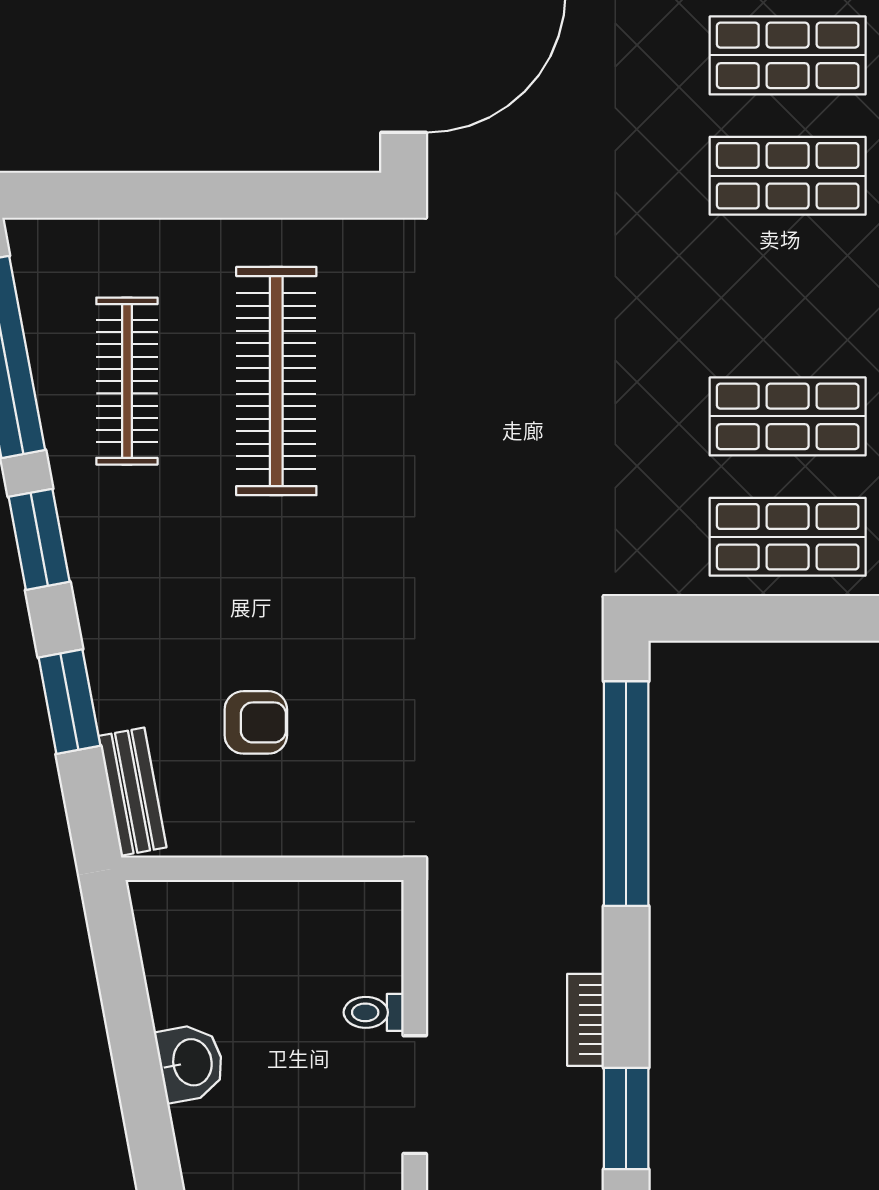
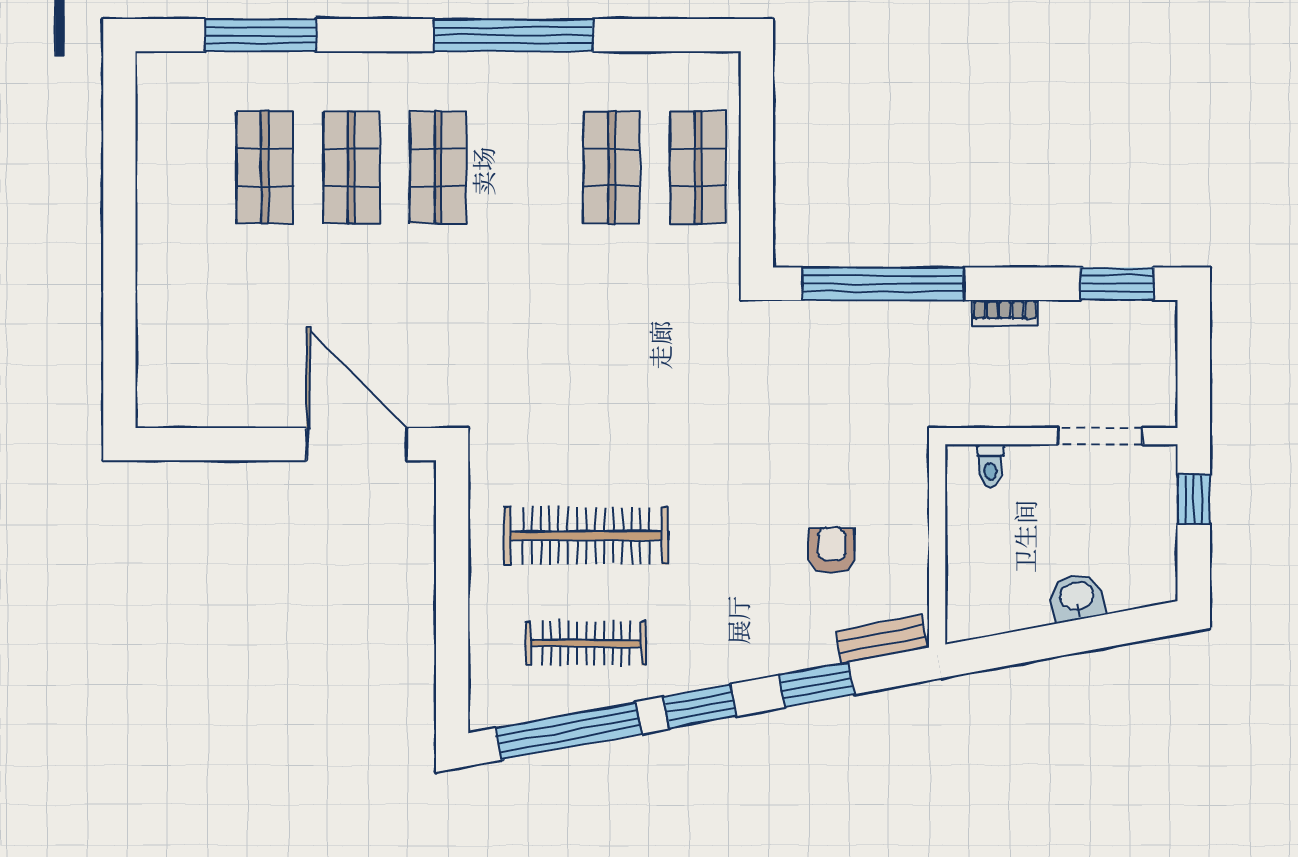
toilet: (374, 1012) -> (991, 466), moved
bookcase: (586, 1020) -> (1005, 313), moved

